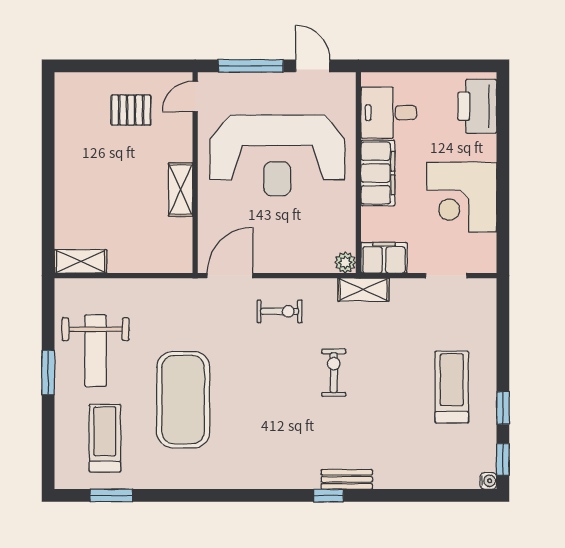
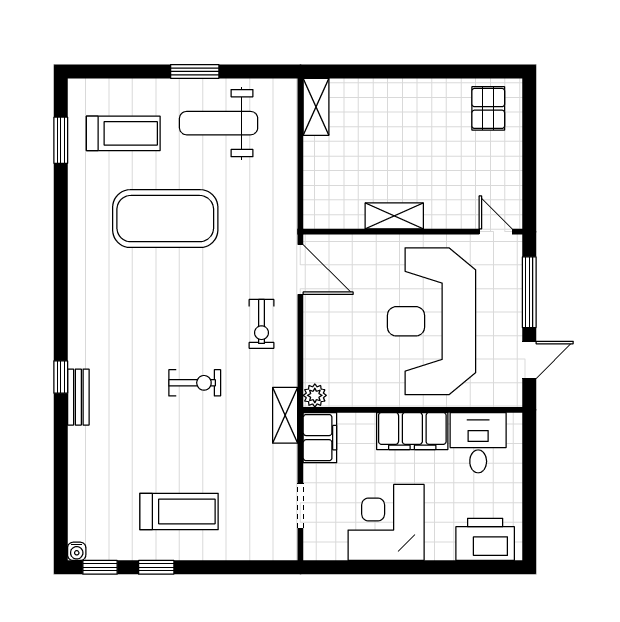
pallet: (131, 110) -> (488, 108), moved

